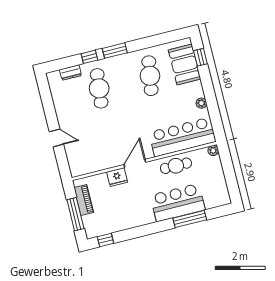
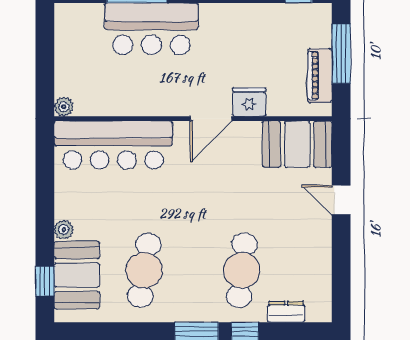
plant: (201, 103) -> (64, 230), moved
booth: (87, 161) -> (297, 144), added
cafe table: (176, 166) -> (138, 96), removed

